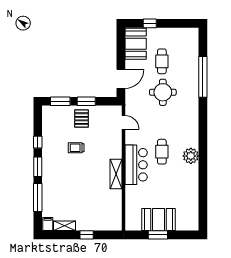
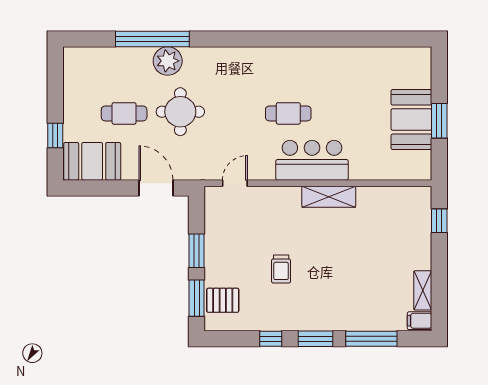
pallet: (82, 119) -> (223, 300), moved
plant: (191, 156) -> (168, 61), moved
window: (87, 235) -> (439, 221), moved

